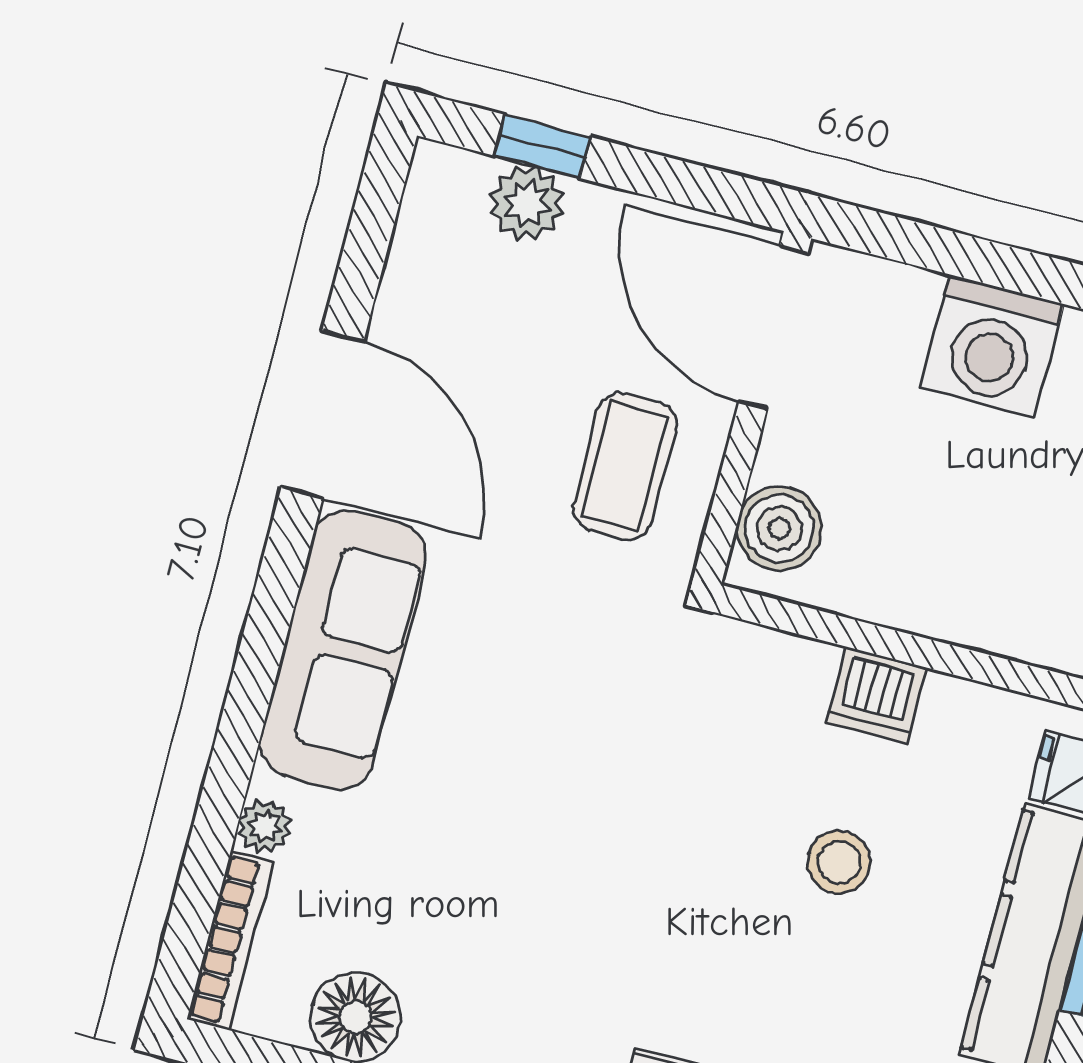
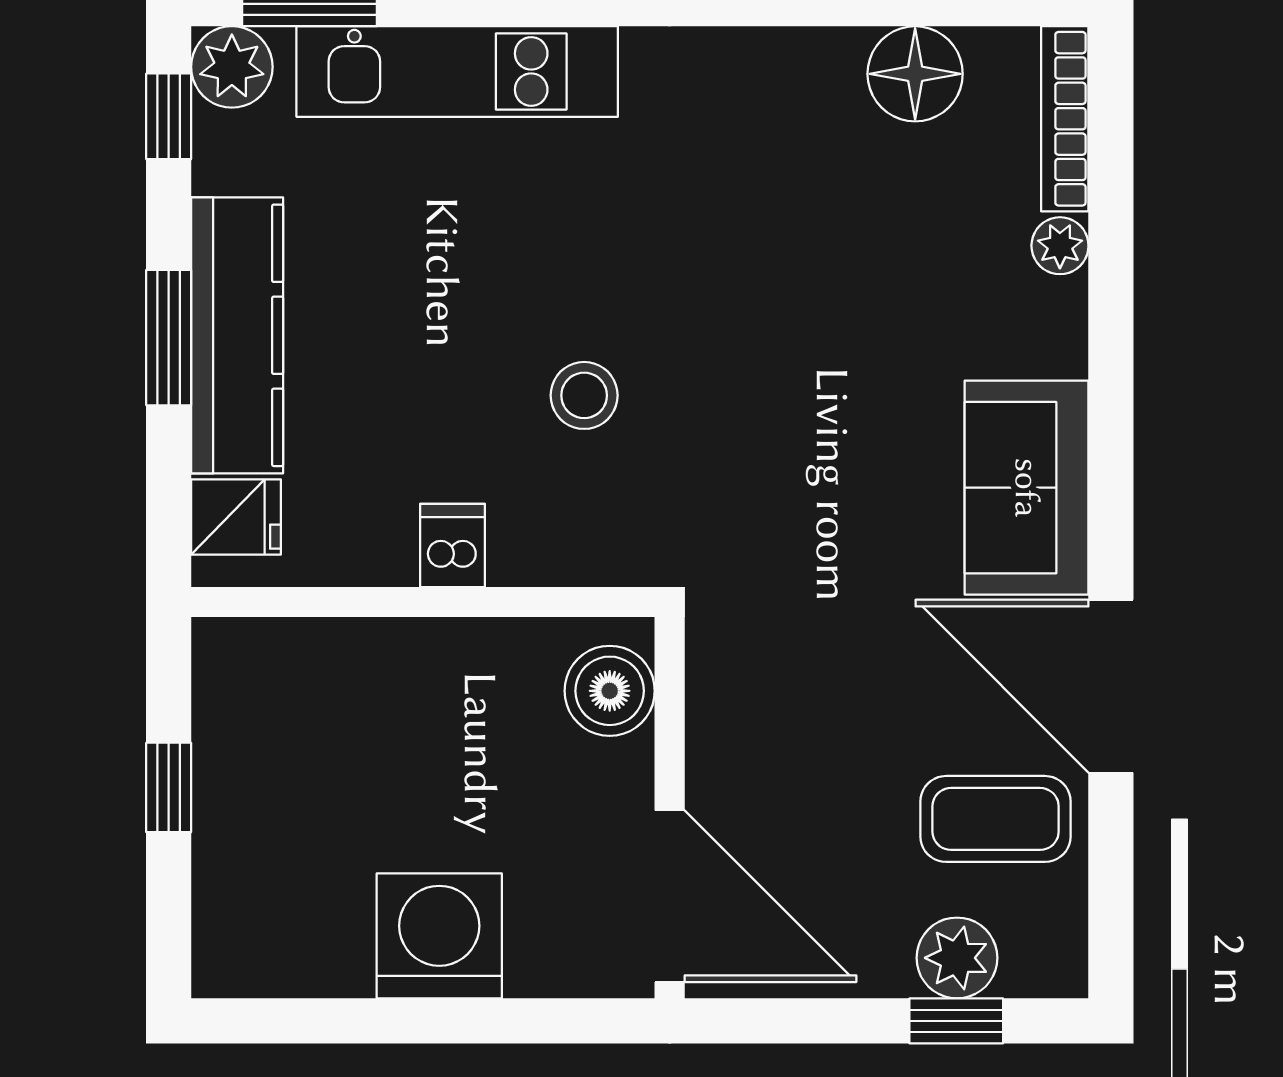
coffee table: (624, 466) -> (996, 819), moved, turned 90
sofa: (343, 650) -> (1027, 488), width x0.73
dishwasher: (877, 695) -> (452, 545), width x0.73
stool: (839, 862) -> (584, 395), moved

